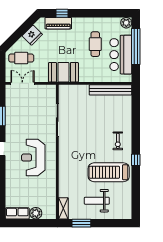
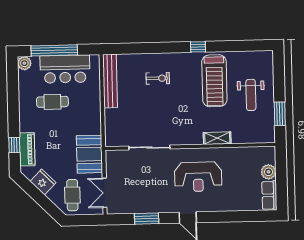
booth: (63, 72) -> (89, 154), moved
exercise bike: (118, 141) -> (158, 78), moved
shelving: (63, 208) -> (217, 138), moved

